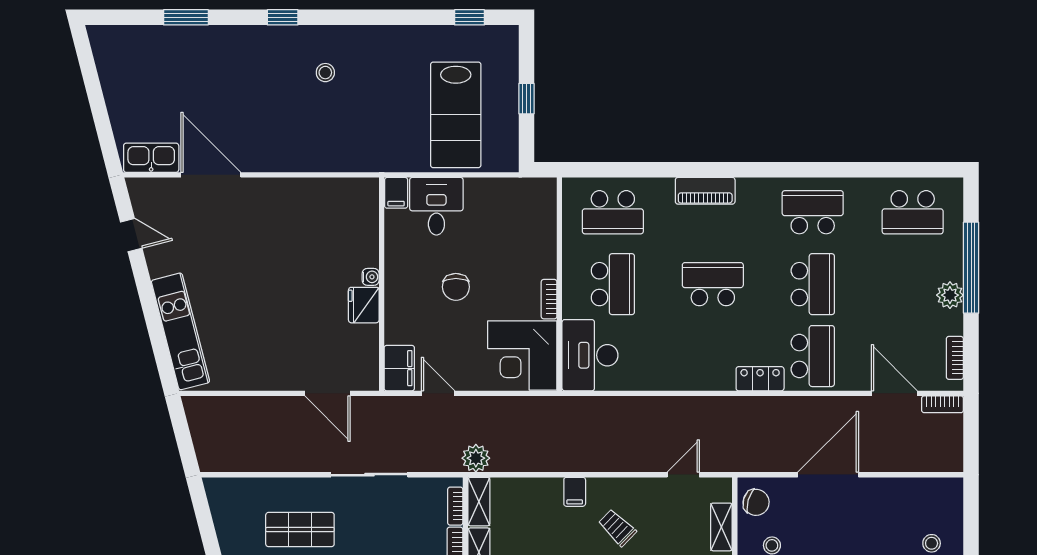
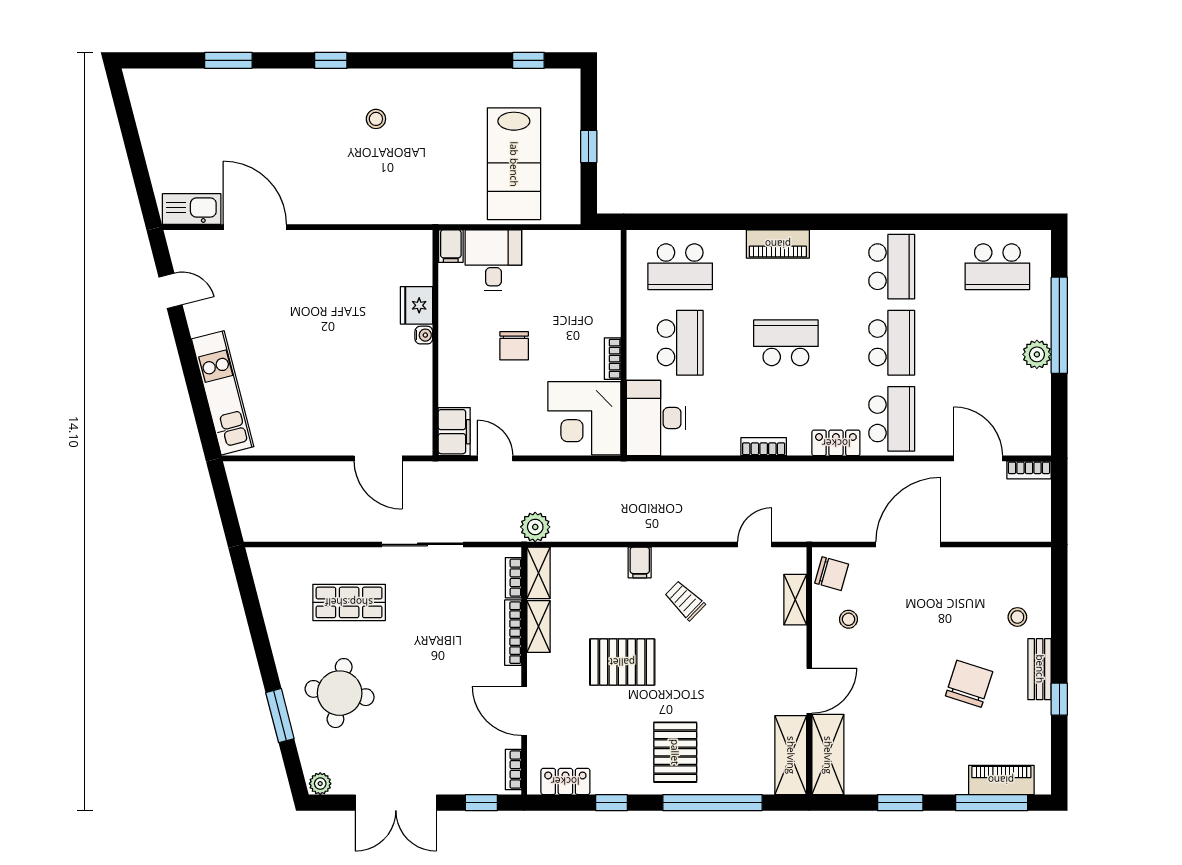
school desk: (813, 212) -> (892, 267), turned 90
fridge: (364, 305) -> (417, 305), moved
bookcase: (955, 358) -> (764, 447), moved, turned 90

